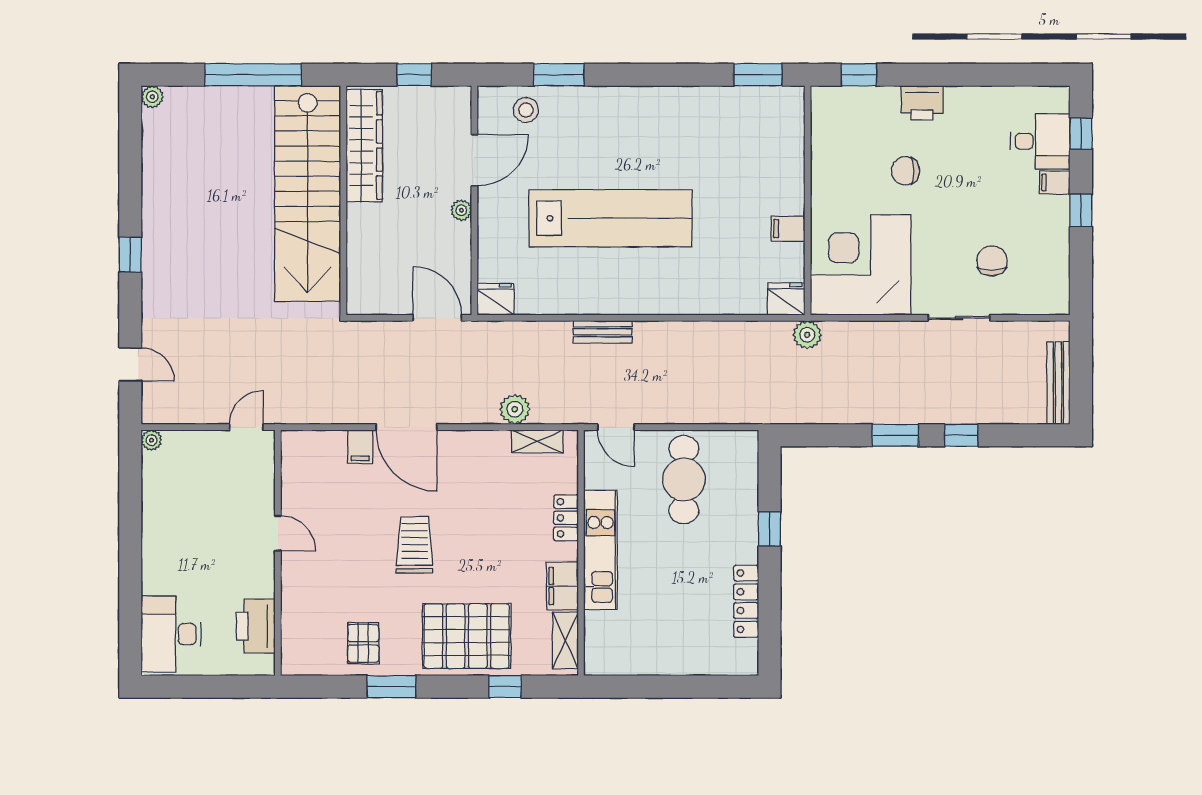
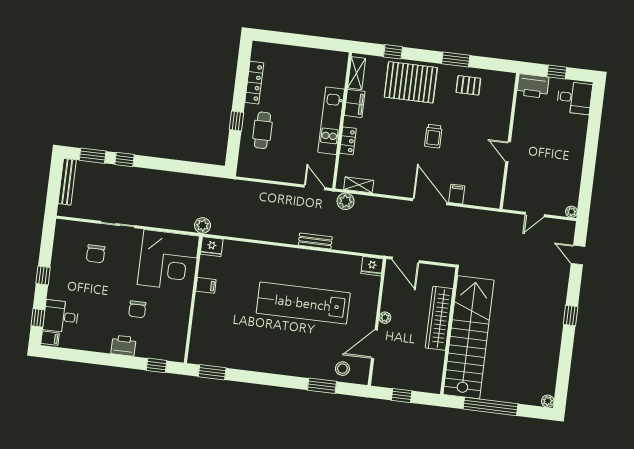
wardrobe: (364, 146) -> (439, 318), moved
chair: (905, 171) -> (137, 309), turned 90
filing cabinet: (1055, 183) -> (50, 338), moved
plant: (515, 409) -> (346, 201), moved
door: (246, 427) -> (535, 215), moved
window: (895, 435) -> (93, 156), moved
cafe table: (684, 480) -> (262, 130), moved, width x0.73, depth x0.74
trolley: (415, 545) -> (433, 136), width x0.73, depth x0.72
printer: (256, 626) -> (533, 86), moved, turned 90
desk: (171, 634) -> (574, 98), width x0.73
pallet: (363, 643) -> (468, 85), turned 90
window: (208, 687) -> (557, 72), added

